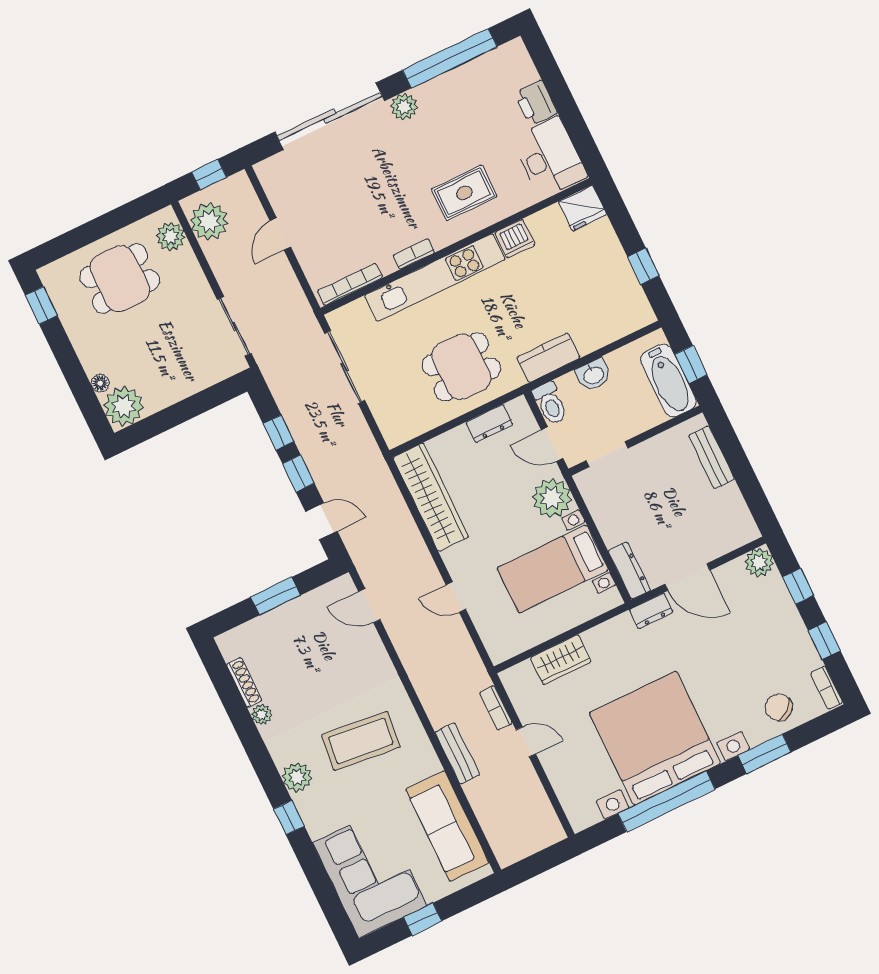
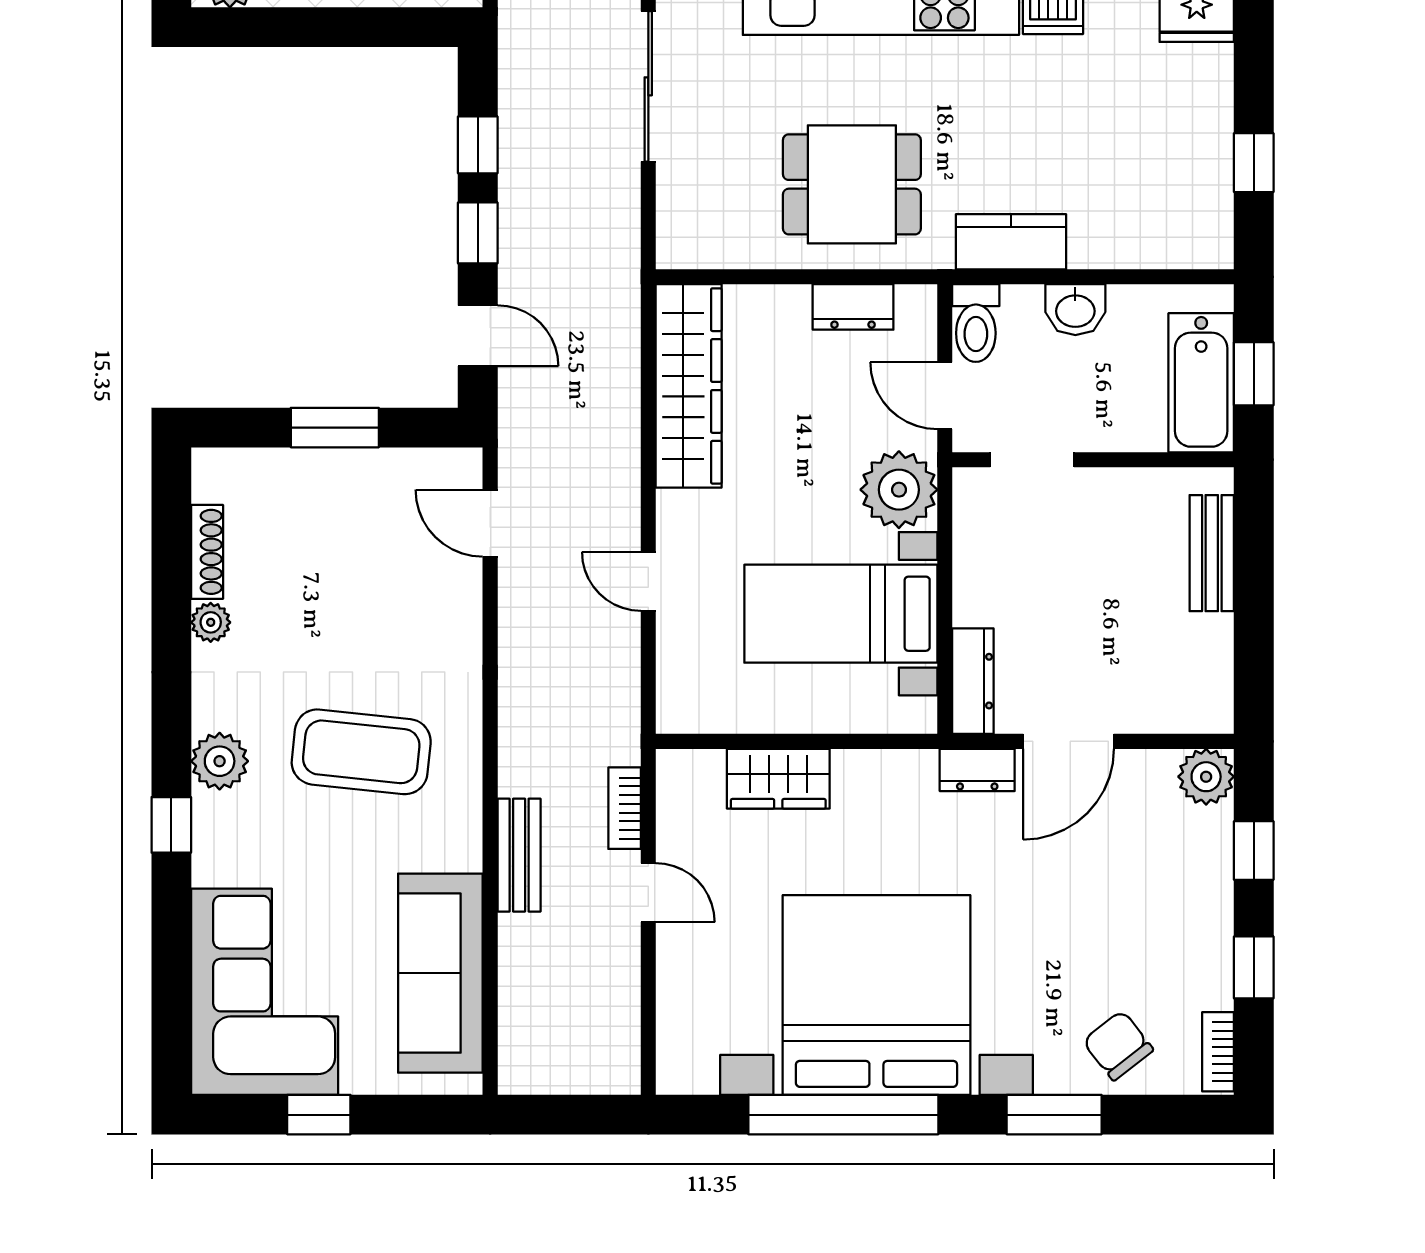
door: (687, 577) -> (1069, 741), hinge flipped

